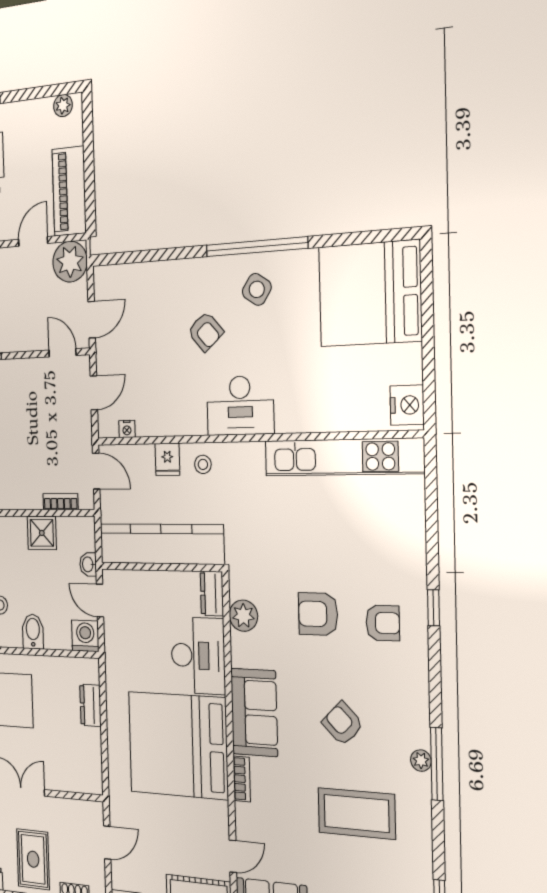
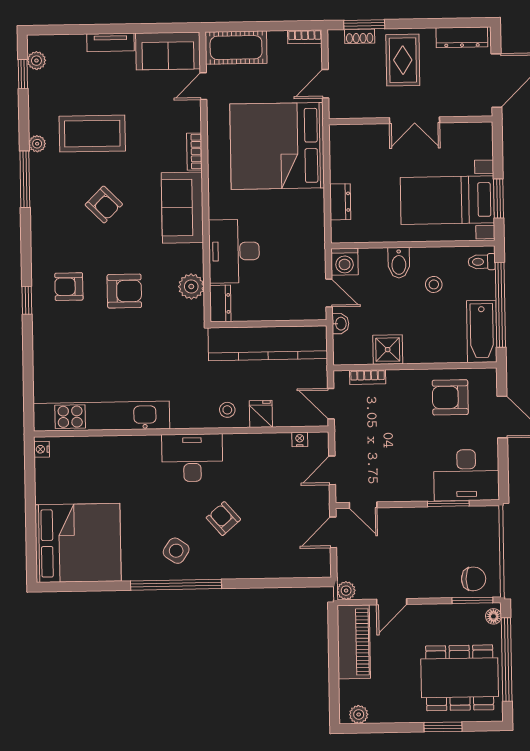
plant: (70, 262) -> (346, 591), width x0.53, depth x0.53
nightstand: (407, 405) -> (42, 449), width x0.53, depth x0.56
bed: (178, 745) -> (277, 146), moved, turned 180
plant: (421, 761) -> (37, 144), moved

